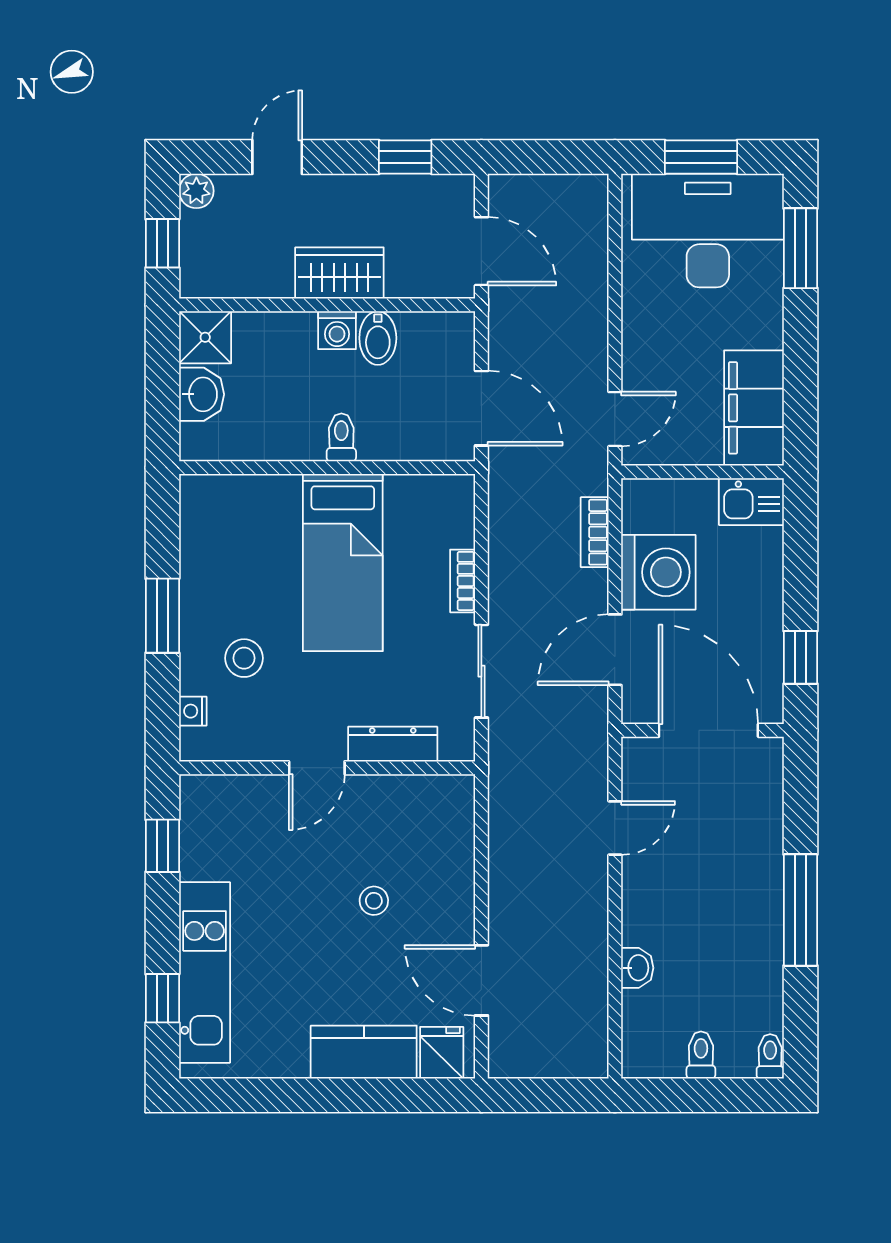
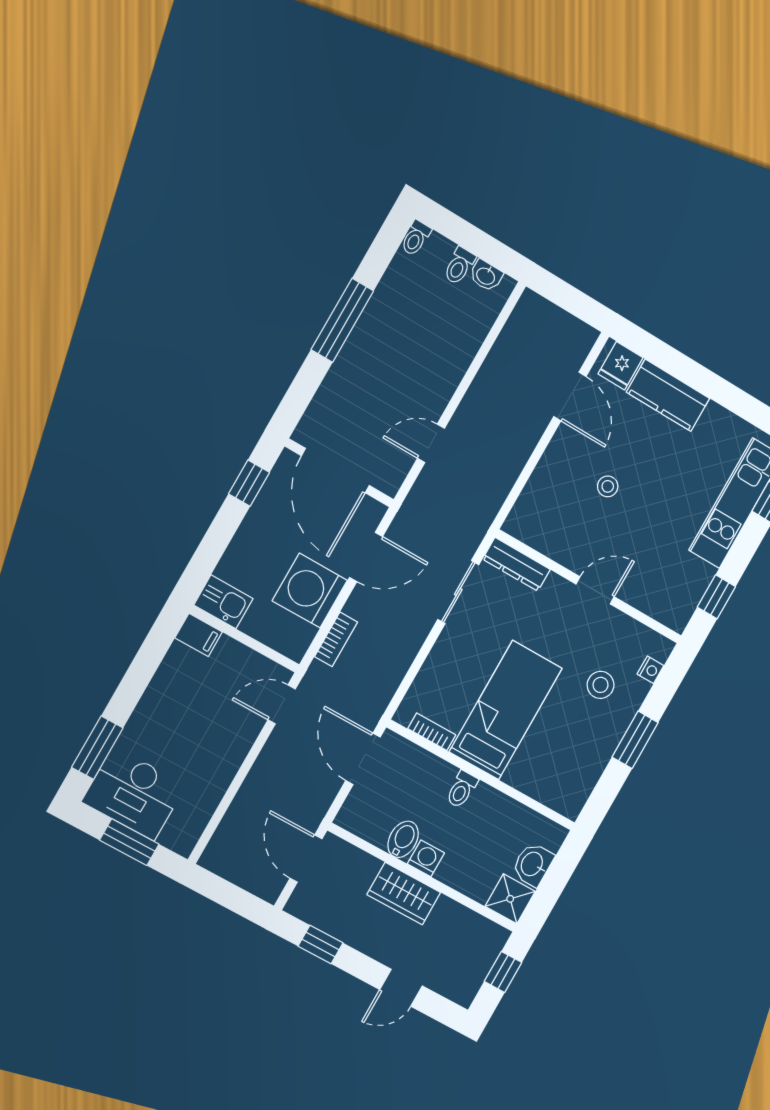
plant: (196, 191) -> (463, 993), removed
desk: (708, 231) -> (134, 794), width x0.73, depth x0.77
filing cabinet: (754, 408) -> (199, 635), width x0.33, depth x0.86
bookcase: (463, 581) -> (432, 732), moved, turned -90
dresser: (393, 744) -> (516, 564), moved
washbasin: (637, 968) -> (486, 276), moved, turned -90

